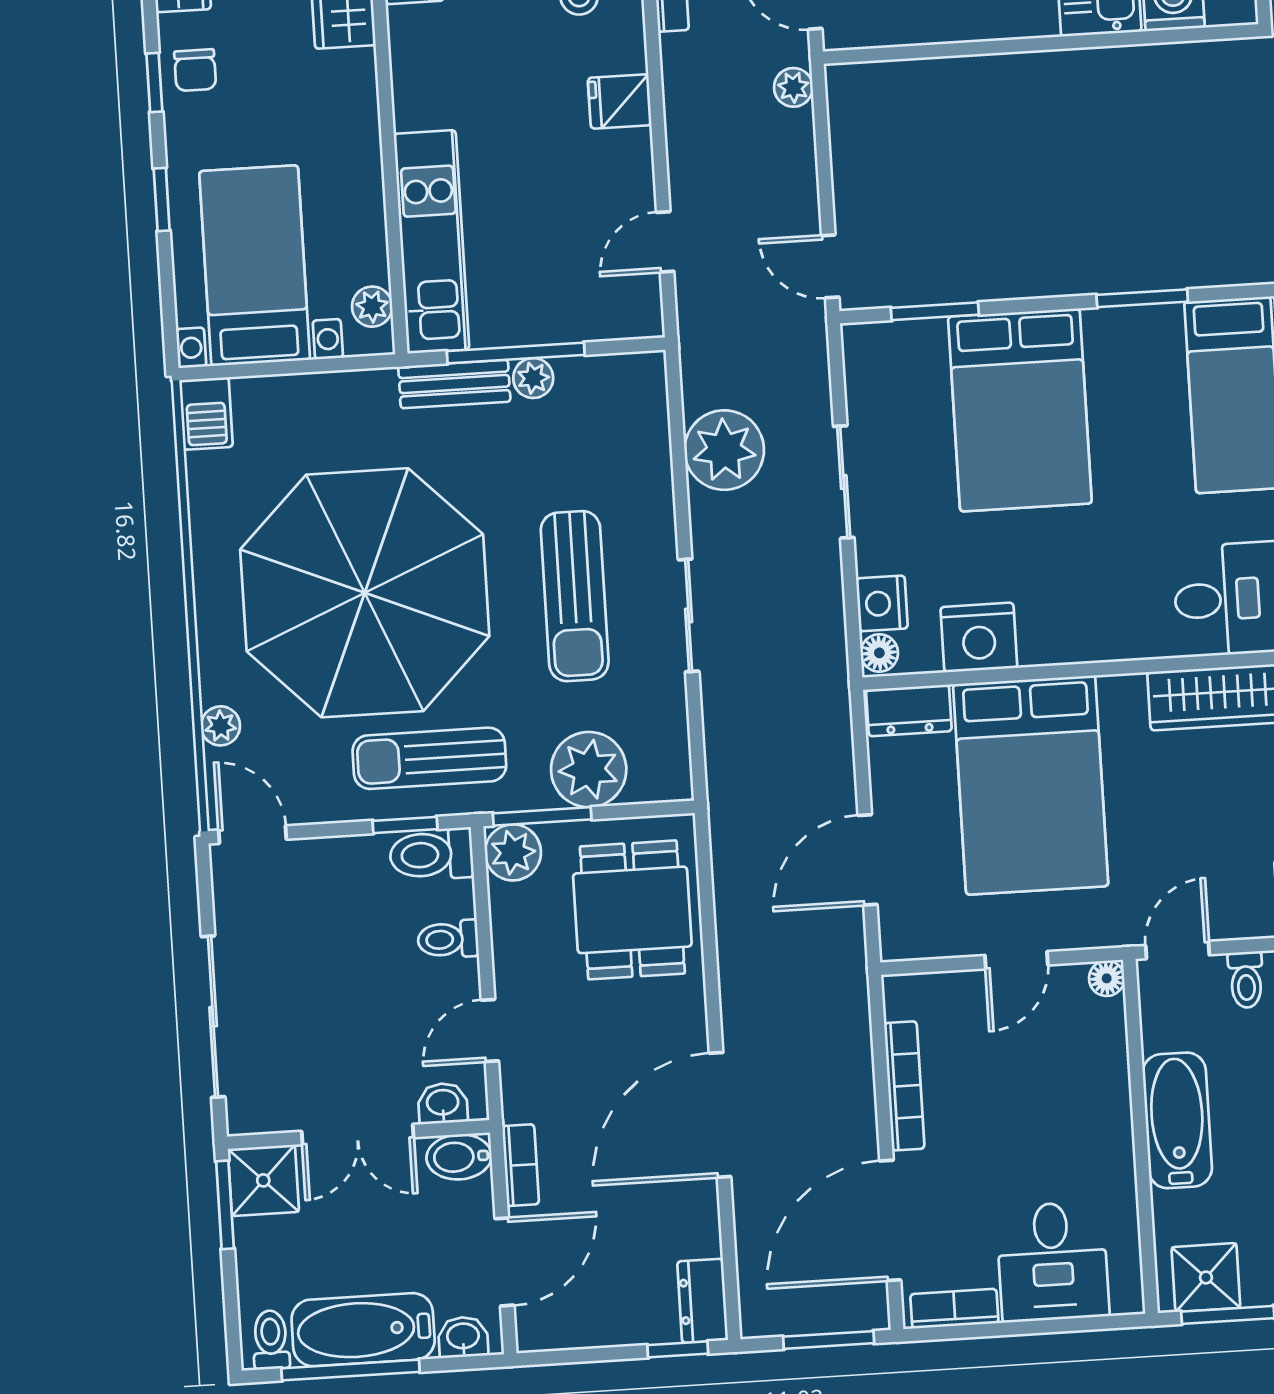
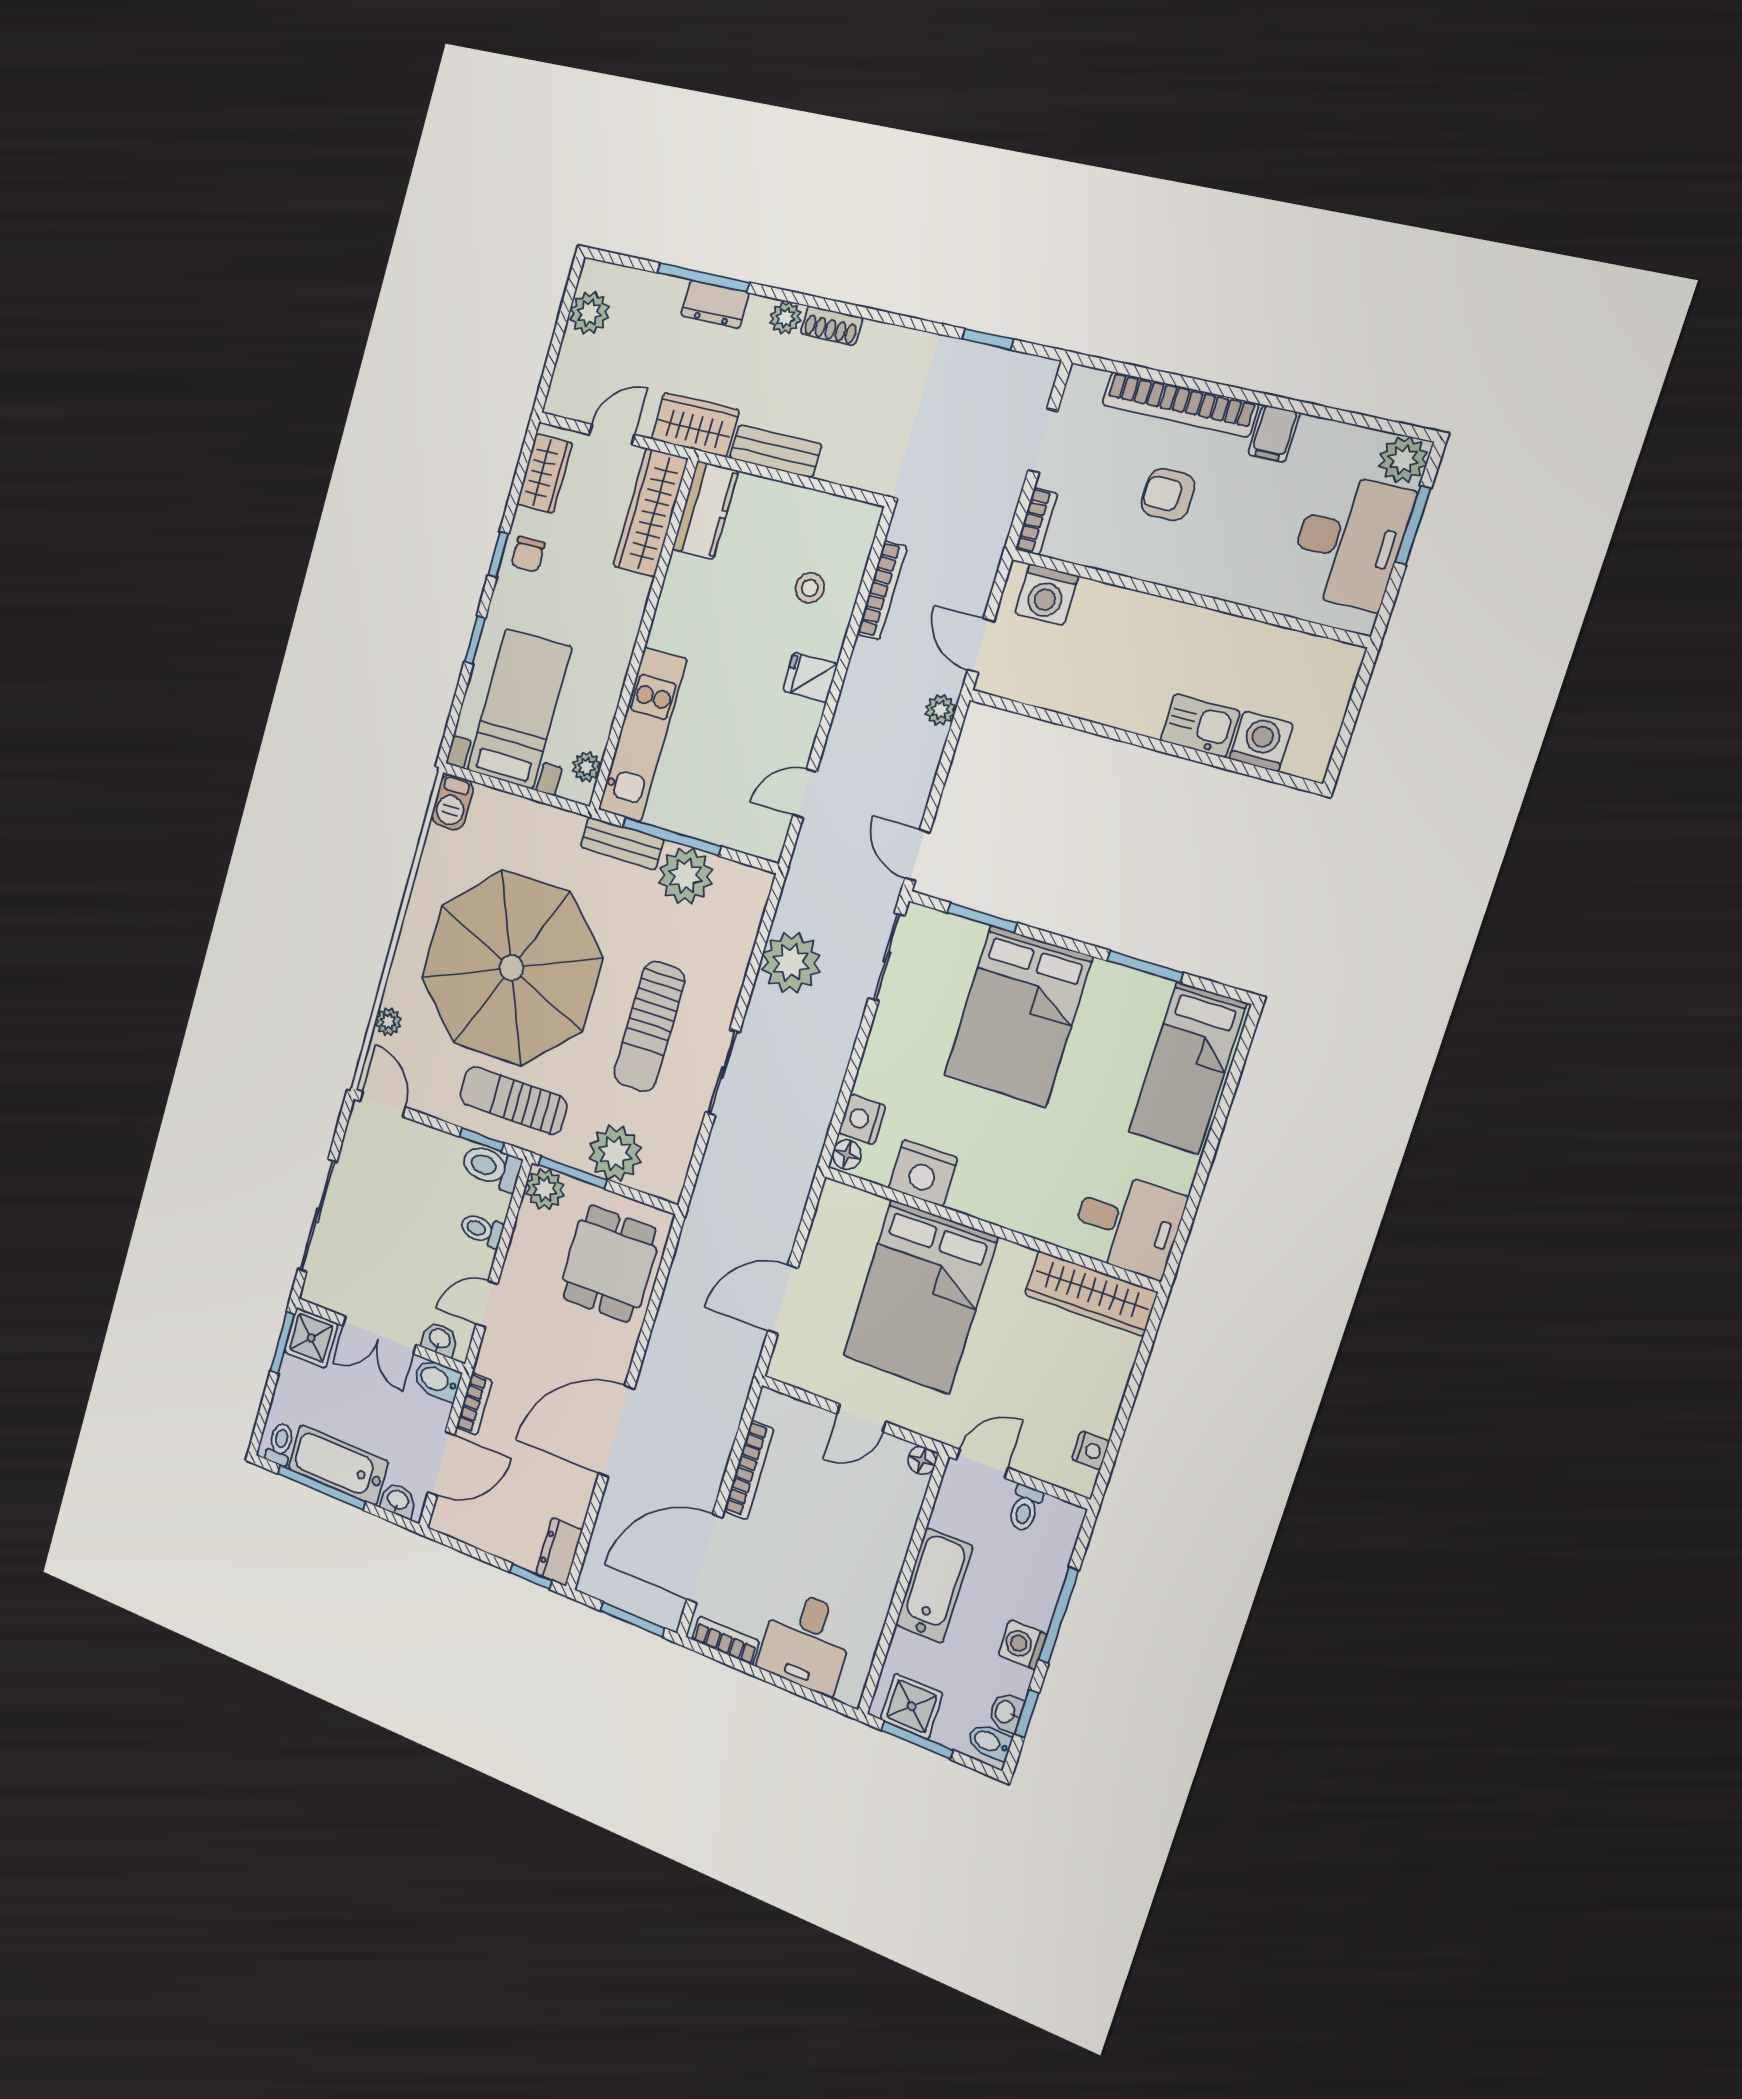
plant: (533, 378) -> (685, 876), width x1.87, depth x1.87
sliding door: (844, 482) -> (887, 957), moved
dresser: (909, 710) -> (852, 1205), removed

